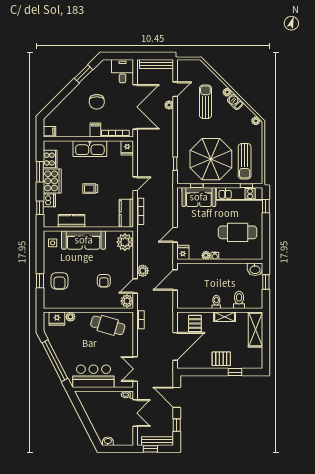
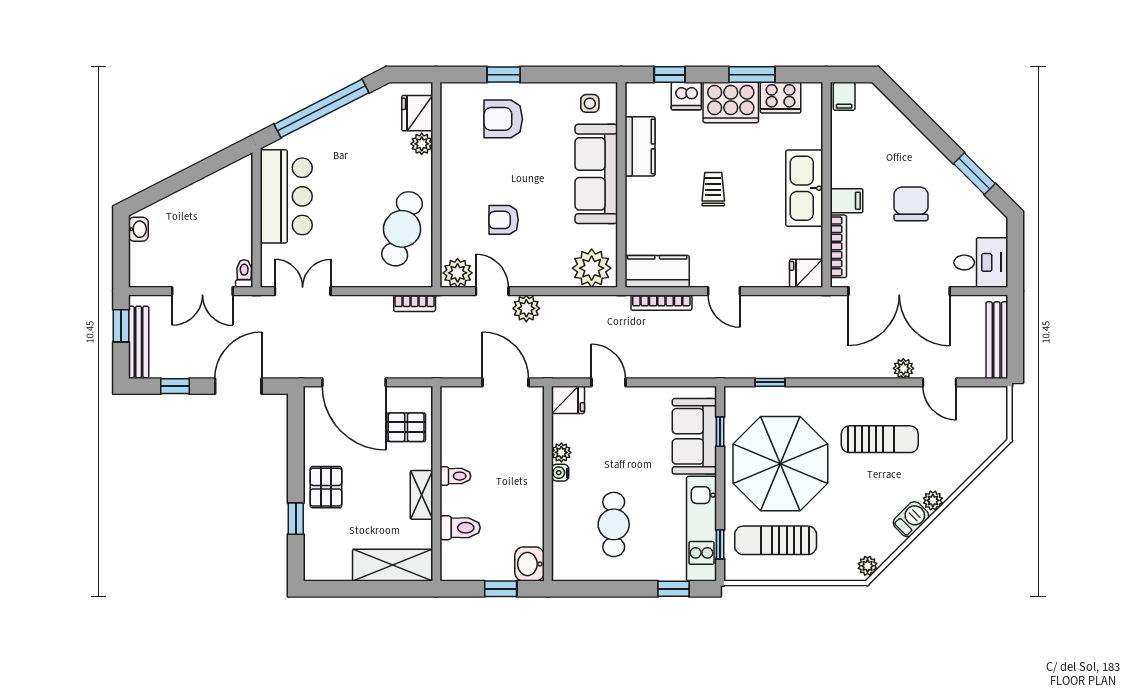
chair: (97, 102) -> (911, 204), turned 90
sun lounger: (205, 102) -> (880, 439), moved
cafe table: (238, 232) -> (614, 524), width x0.73, depth x0.74

